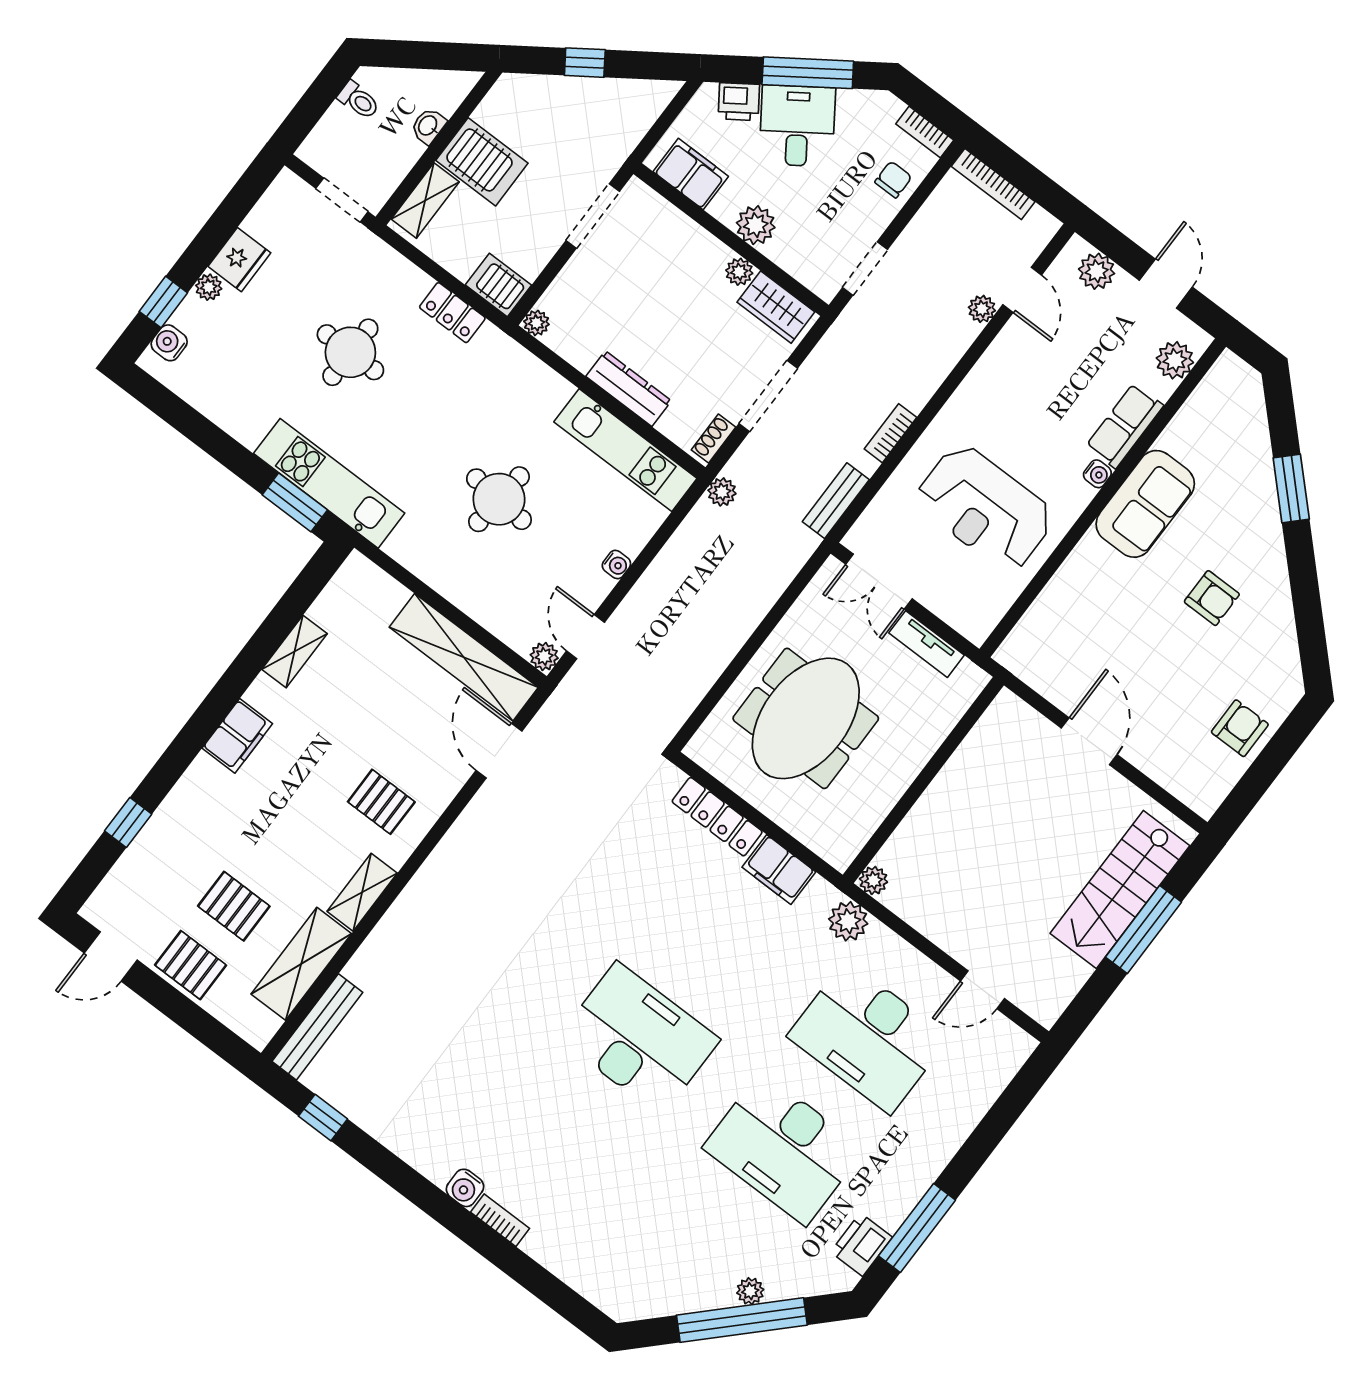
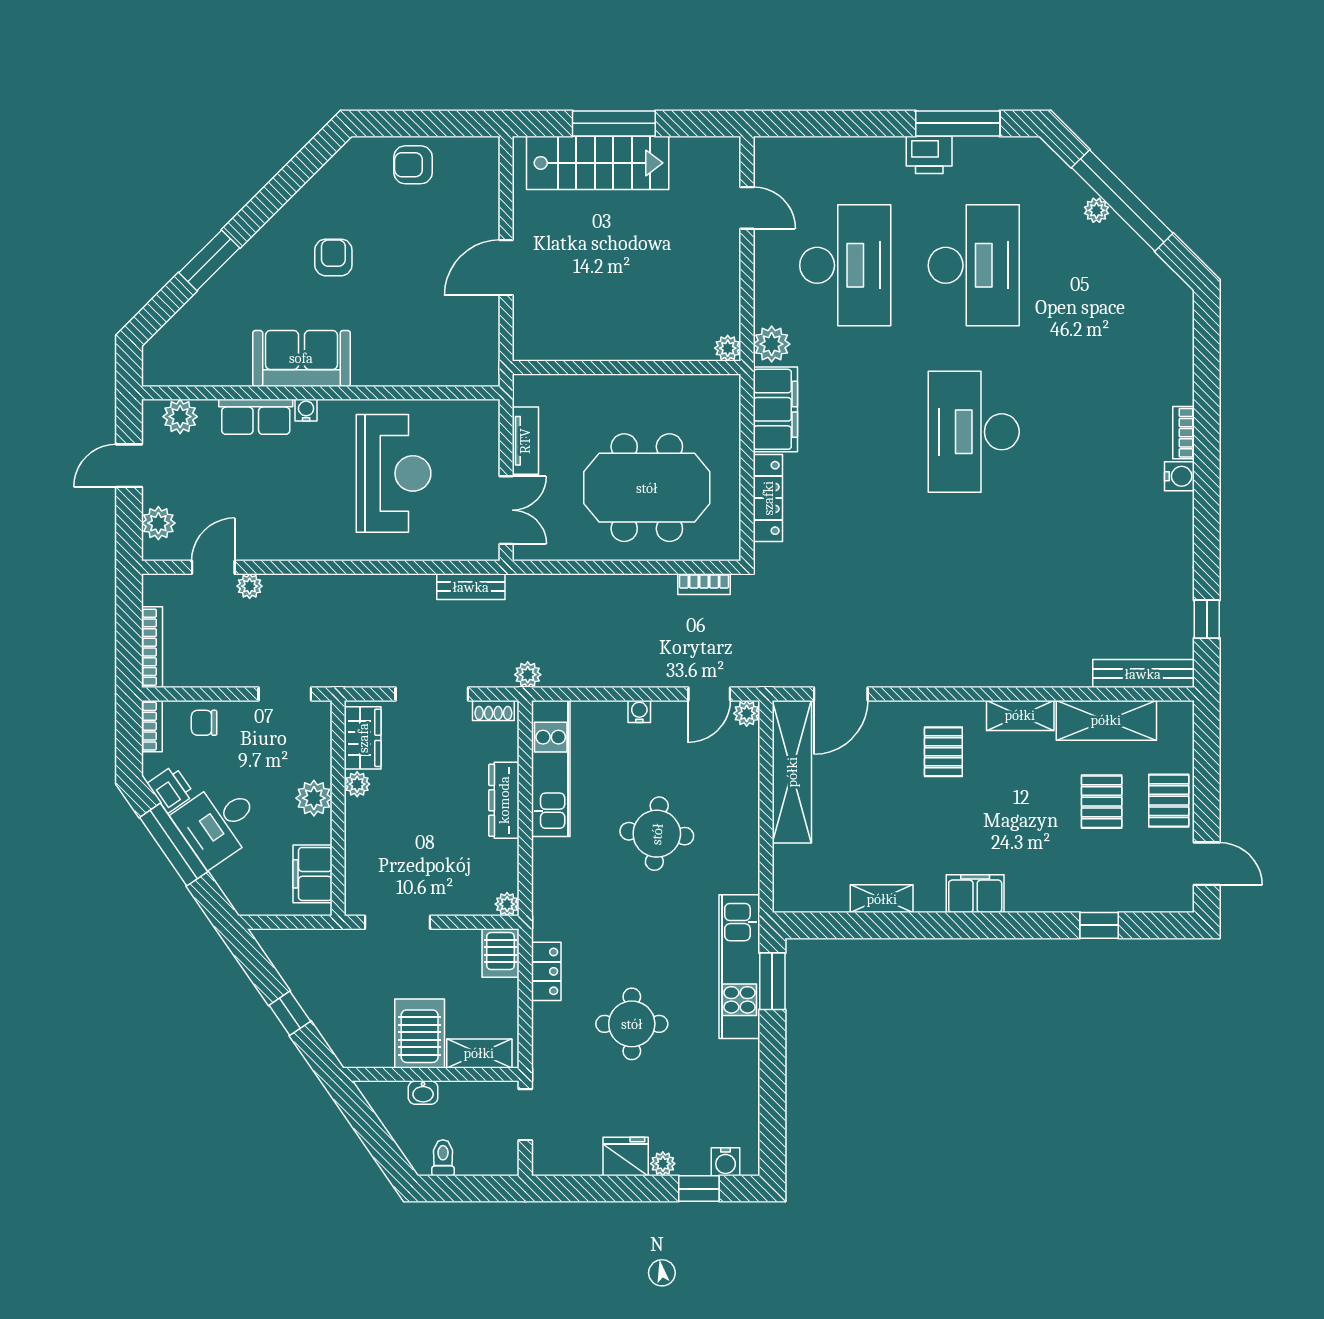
printer: (739, 102) -> (171, 789), moved
bookcase: (890, 433) -> (704, 584), moved
filing cabinet: (779, 870) -> (775, 409), width x1.50, depth x1.17
printer: (861, 1245) -> (929, 155), moved

